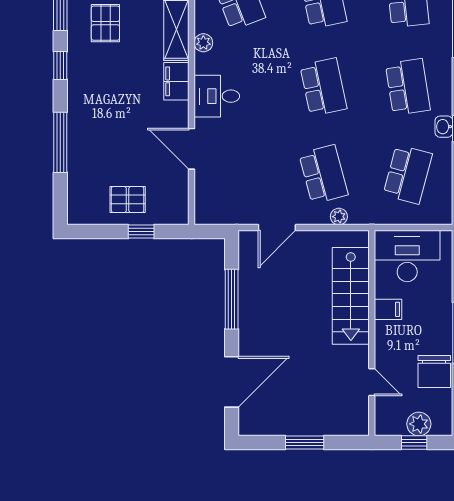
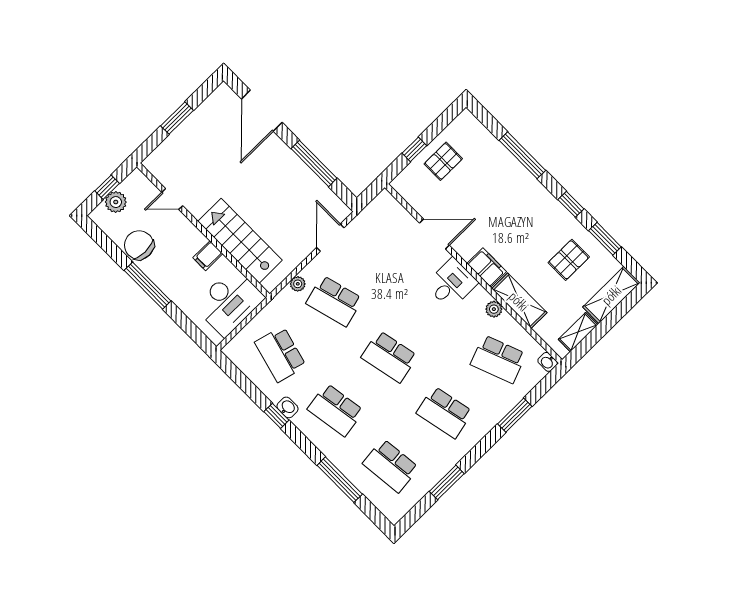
pallet: (105, 23) -> (569, 260), turned 90

